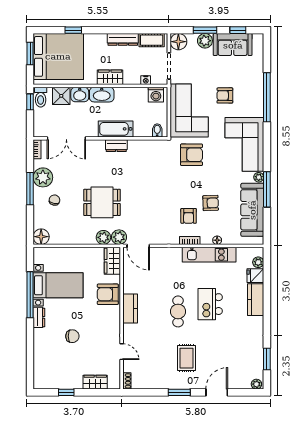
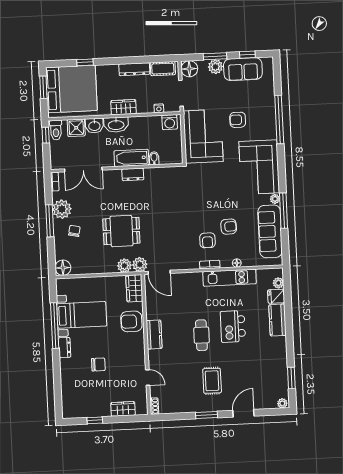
bidet: (157, 130) -> (154, 158), moved
armchair: (192, 155) -> (208, 180), removed

